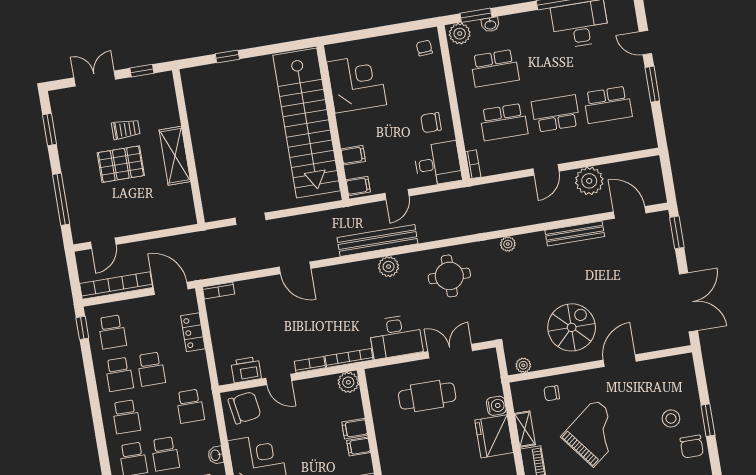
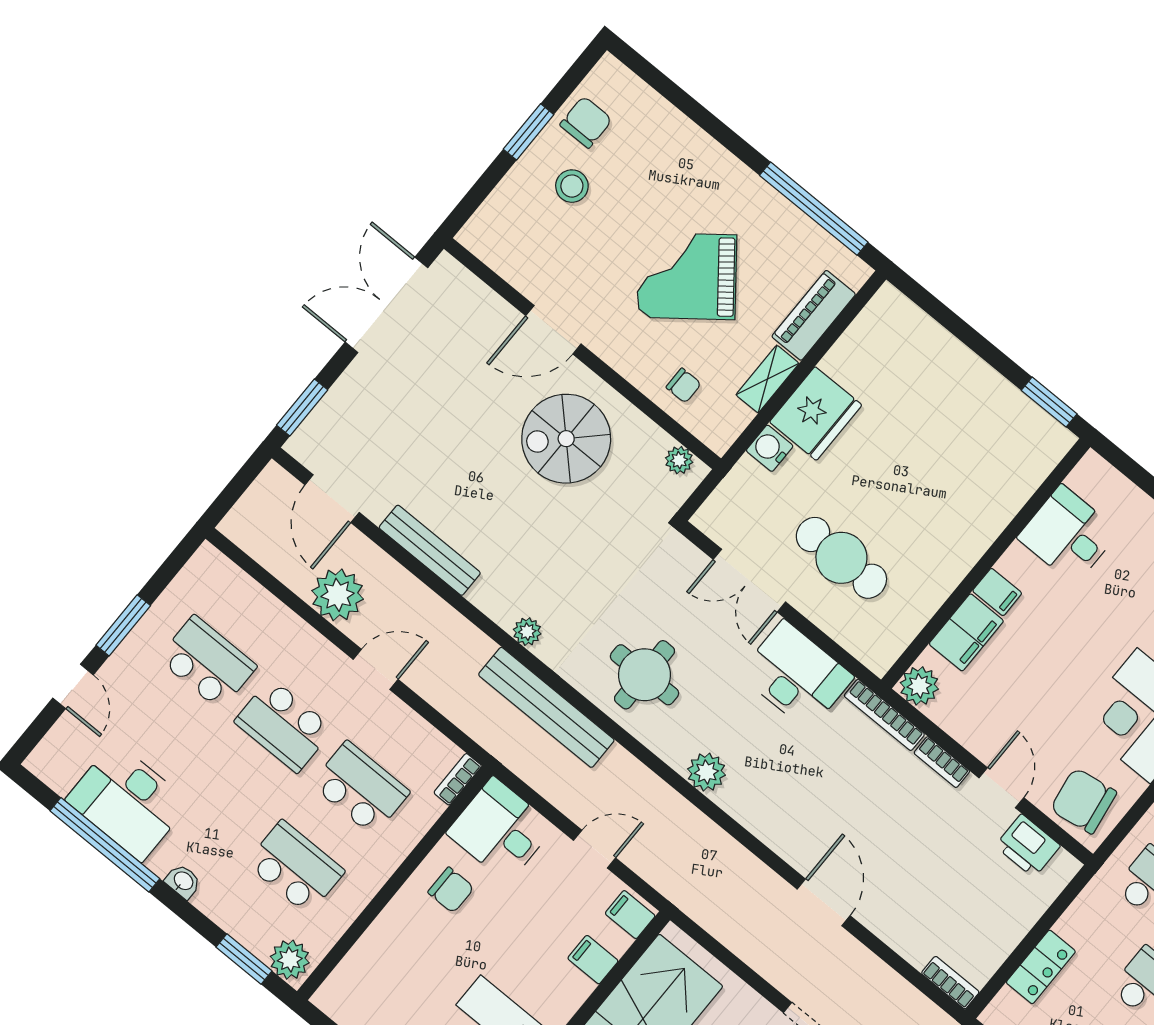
washbasin: (490, 25) -> (183, 881), moved
chair: (424, 48) -> (354, 992), removed
bench: (377, 241) -> (546, 707), moved
filing cabinet: (355, 429) -> (966, 632), width x2.00

